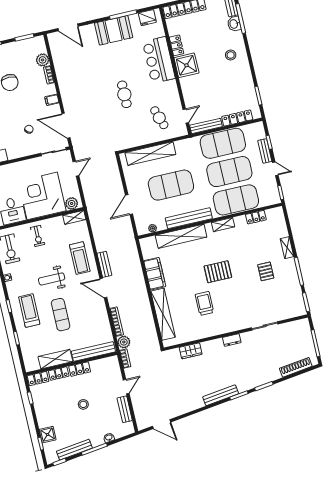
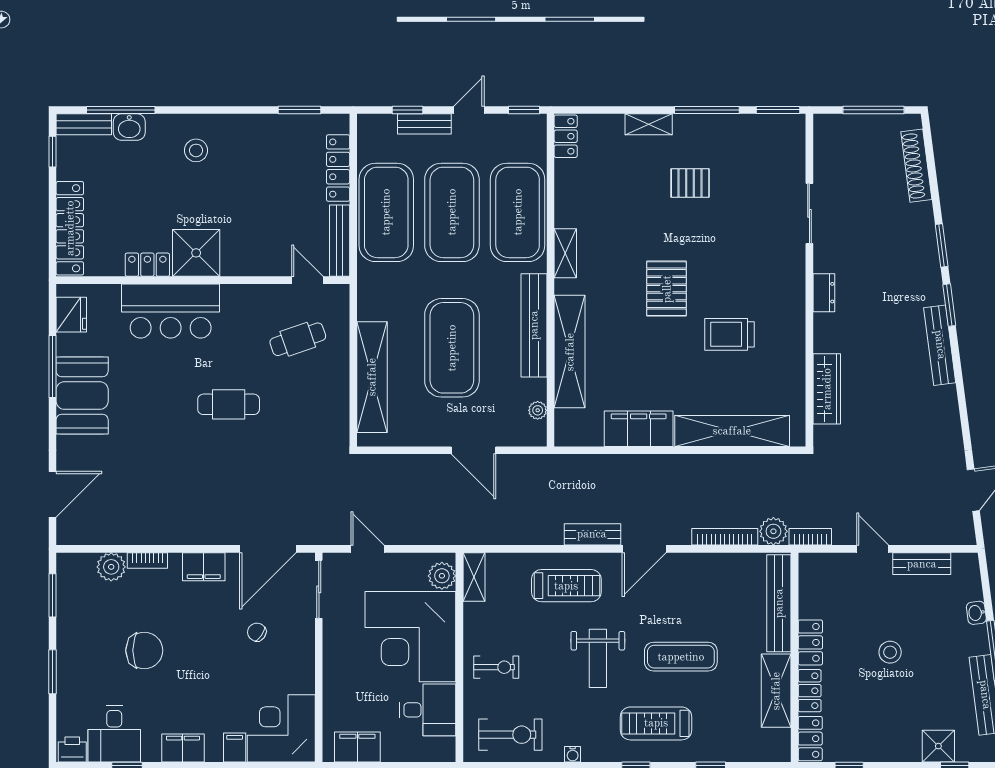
filing cabinet: (52, 100) -> (204, 567), width x2.00
locker: (256, 217) -> (566, 136), moved
wardrobe: (191, 351) -> (827, 389), width x1.50

